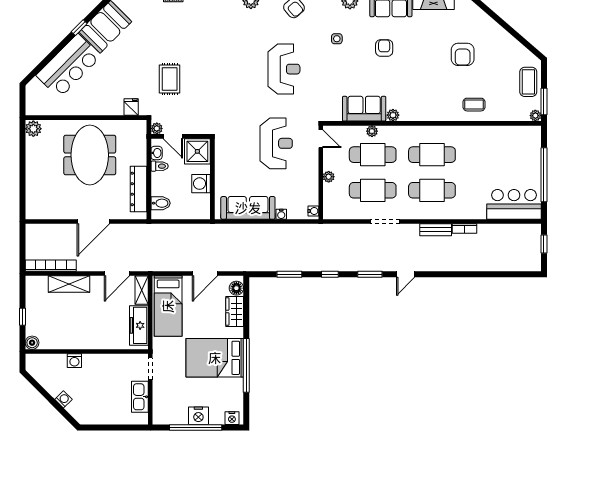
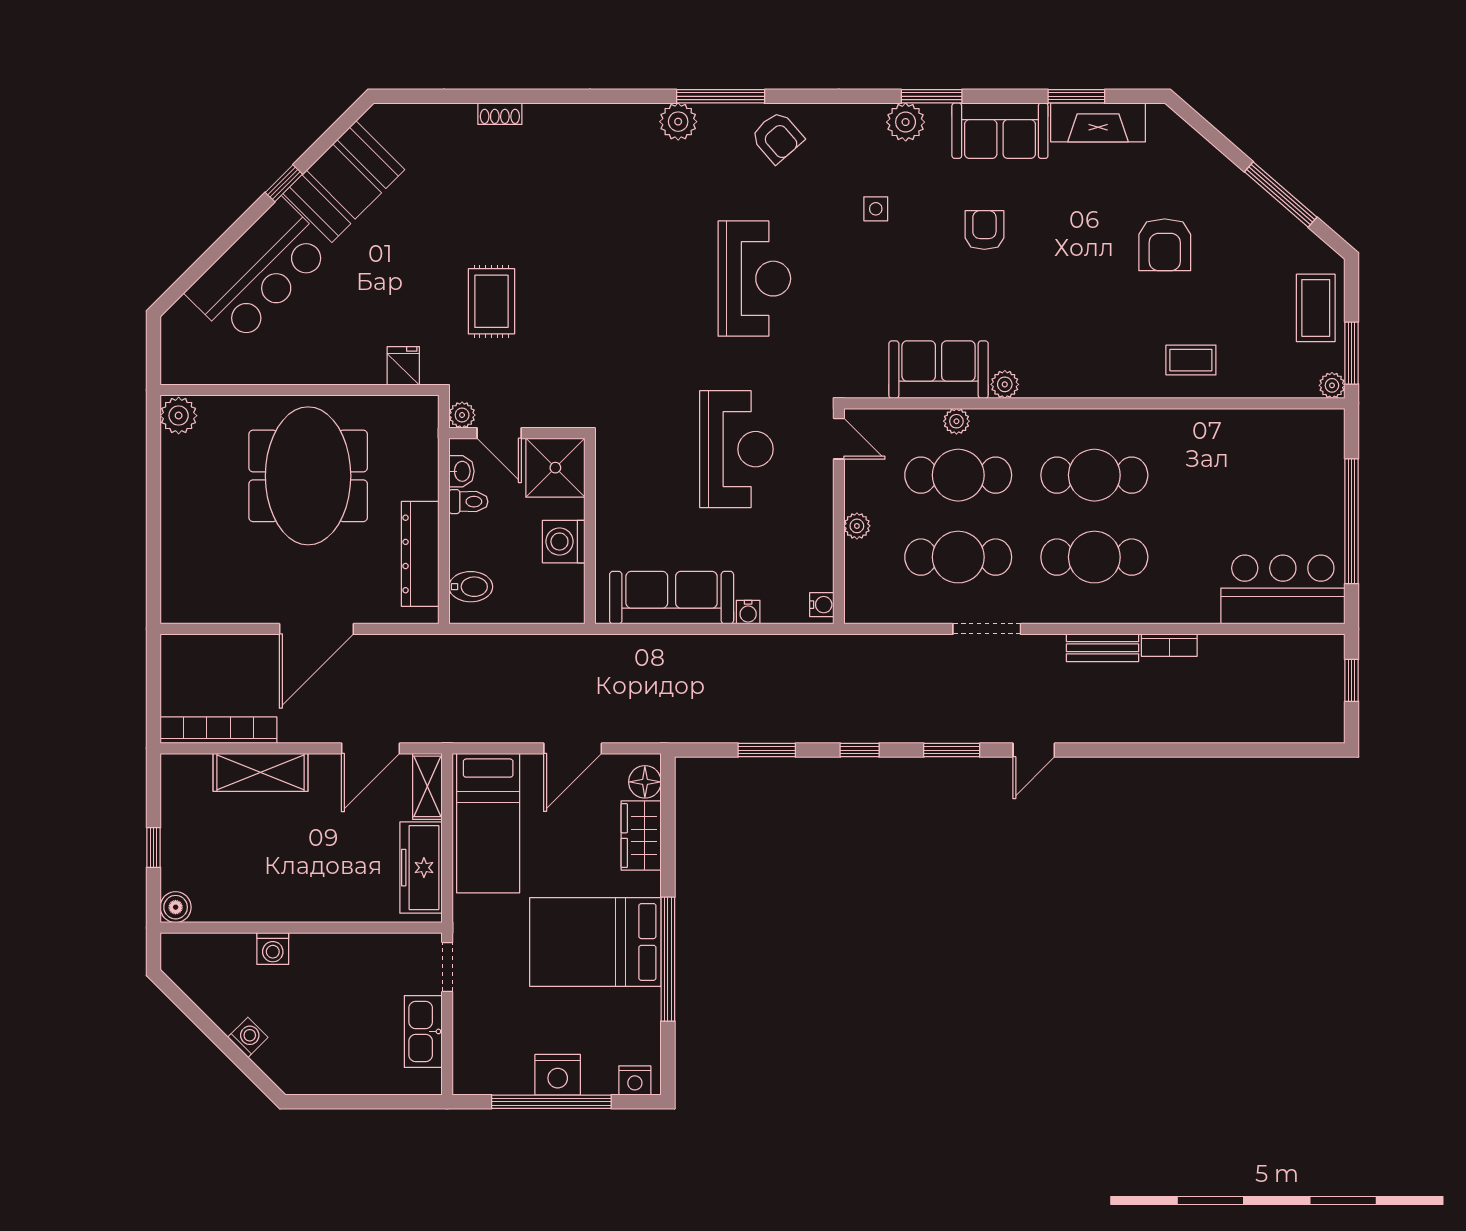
window: (513, 32) -> (1281, 195), added

